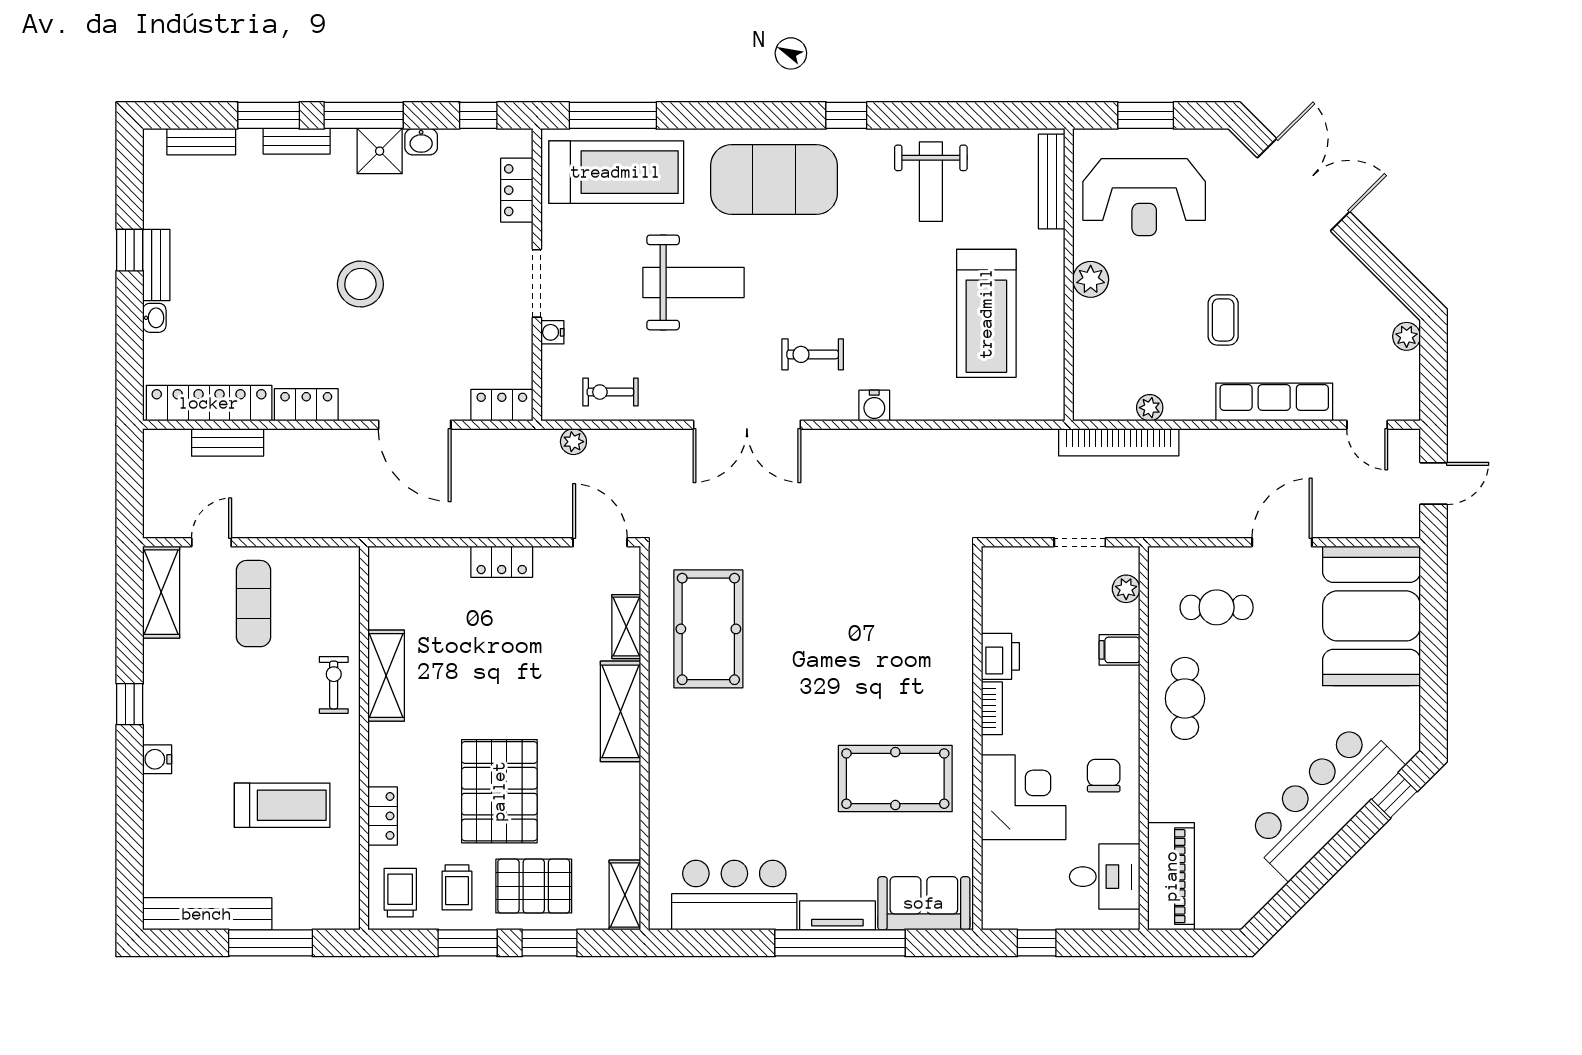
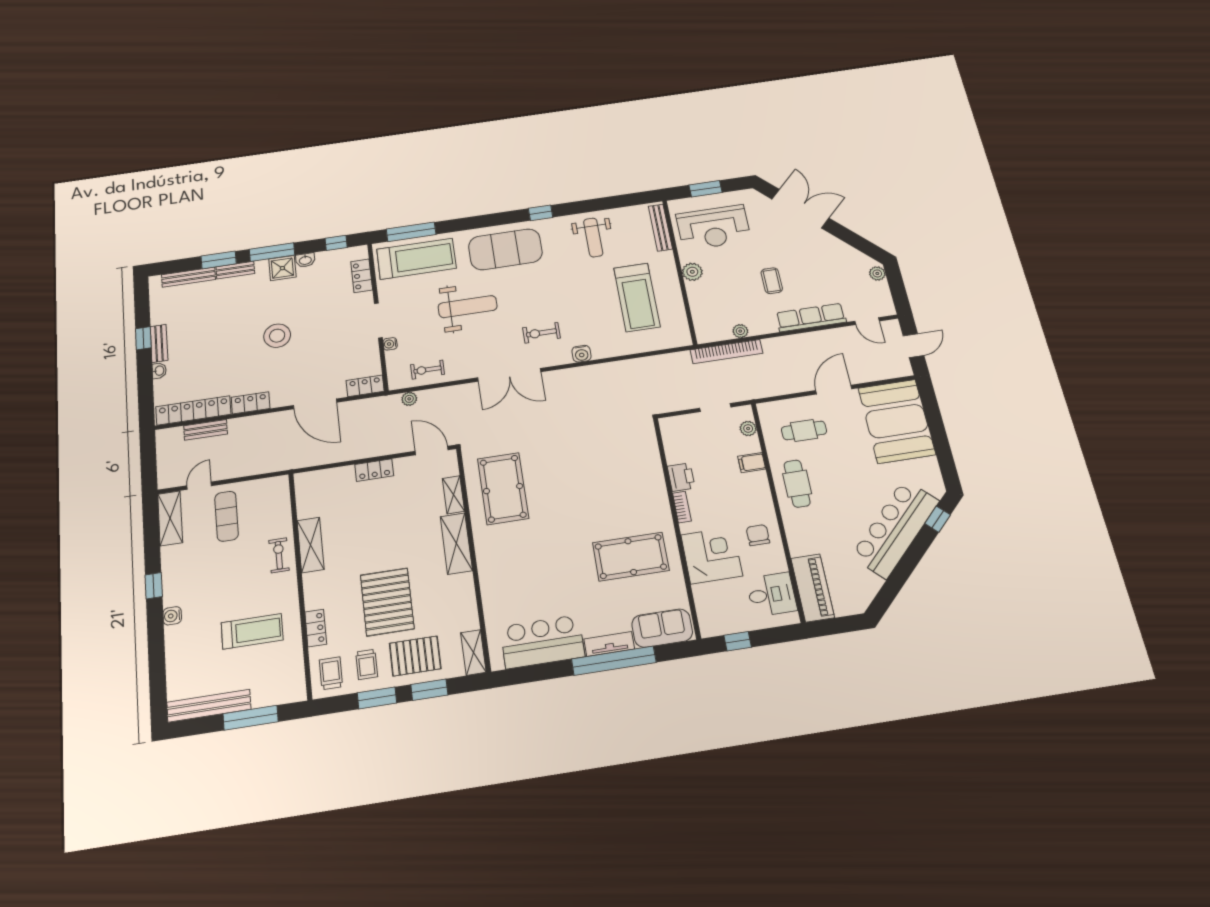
bench: (201, 142) -> (189, 277), width x1.36

